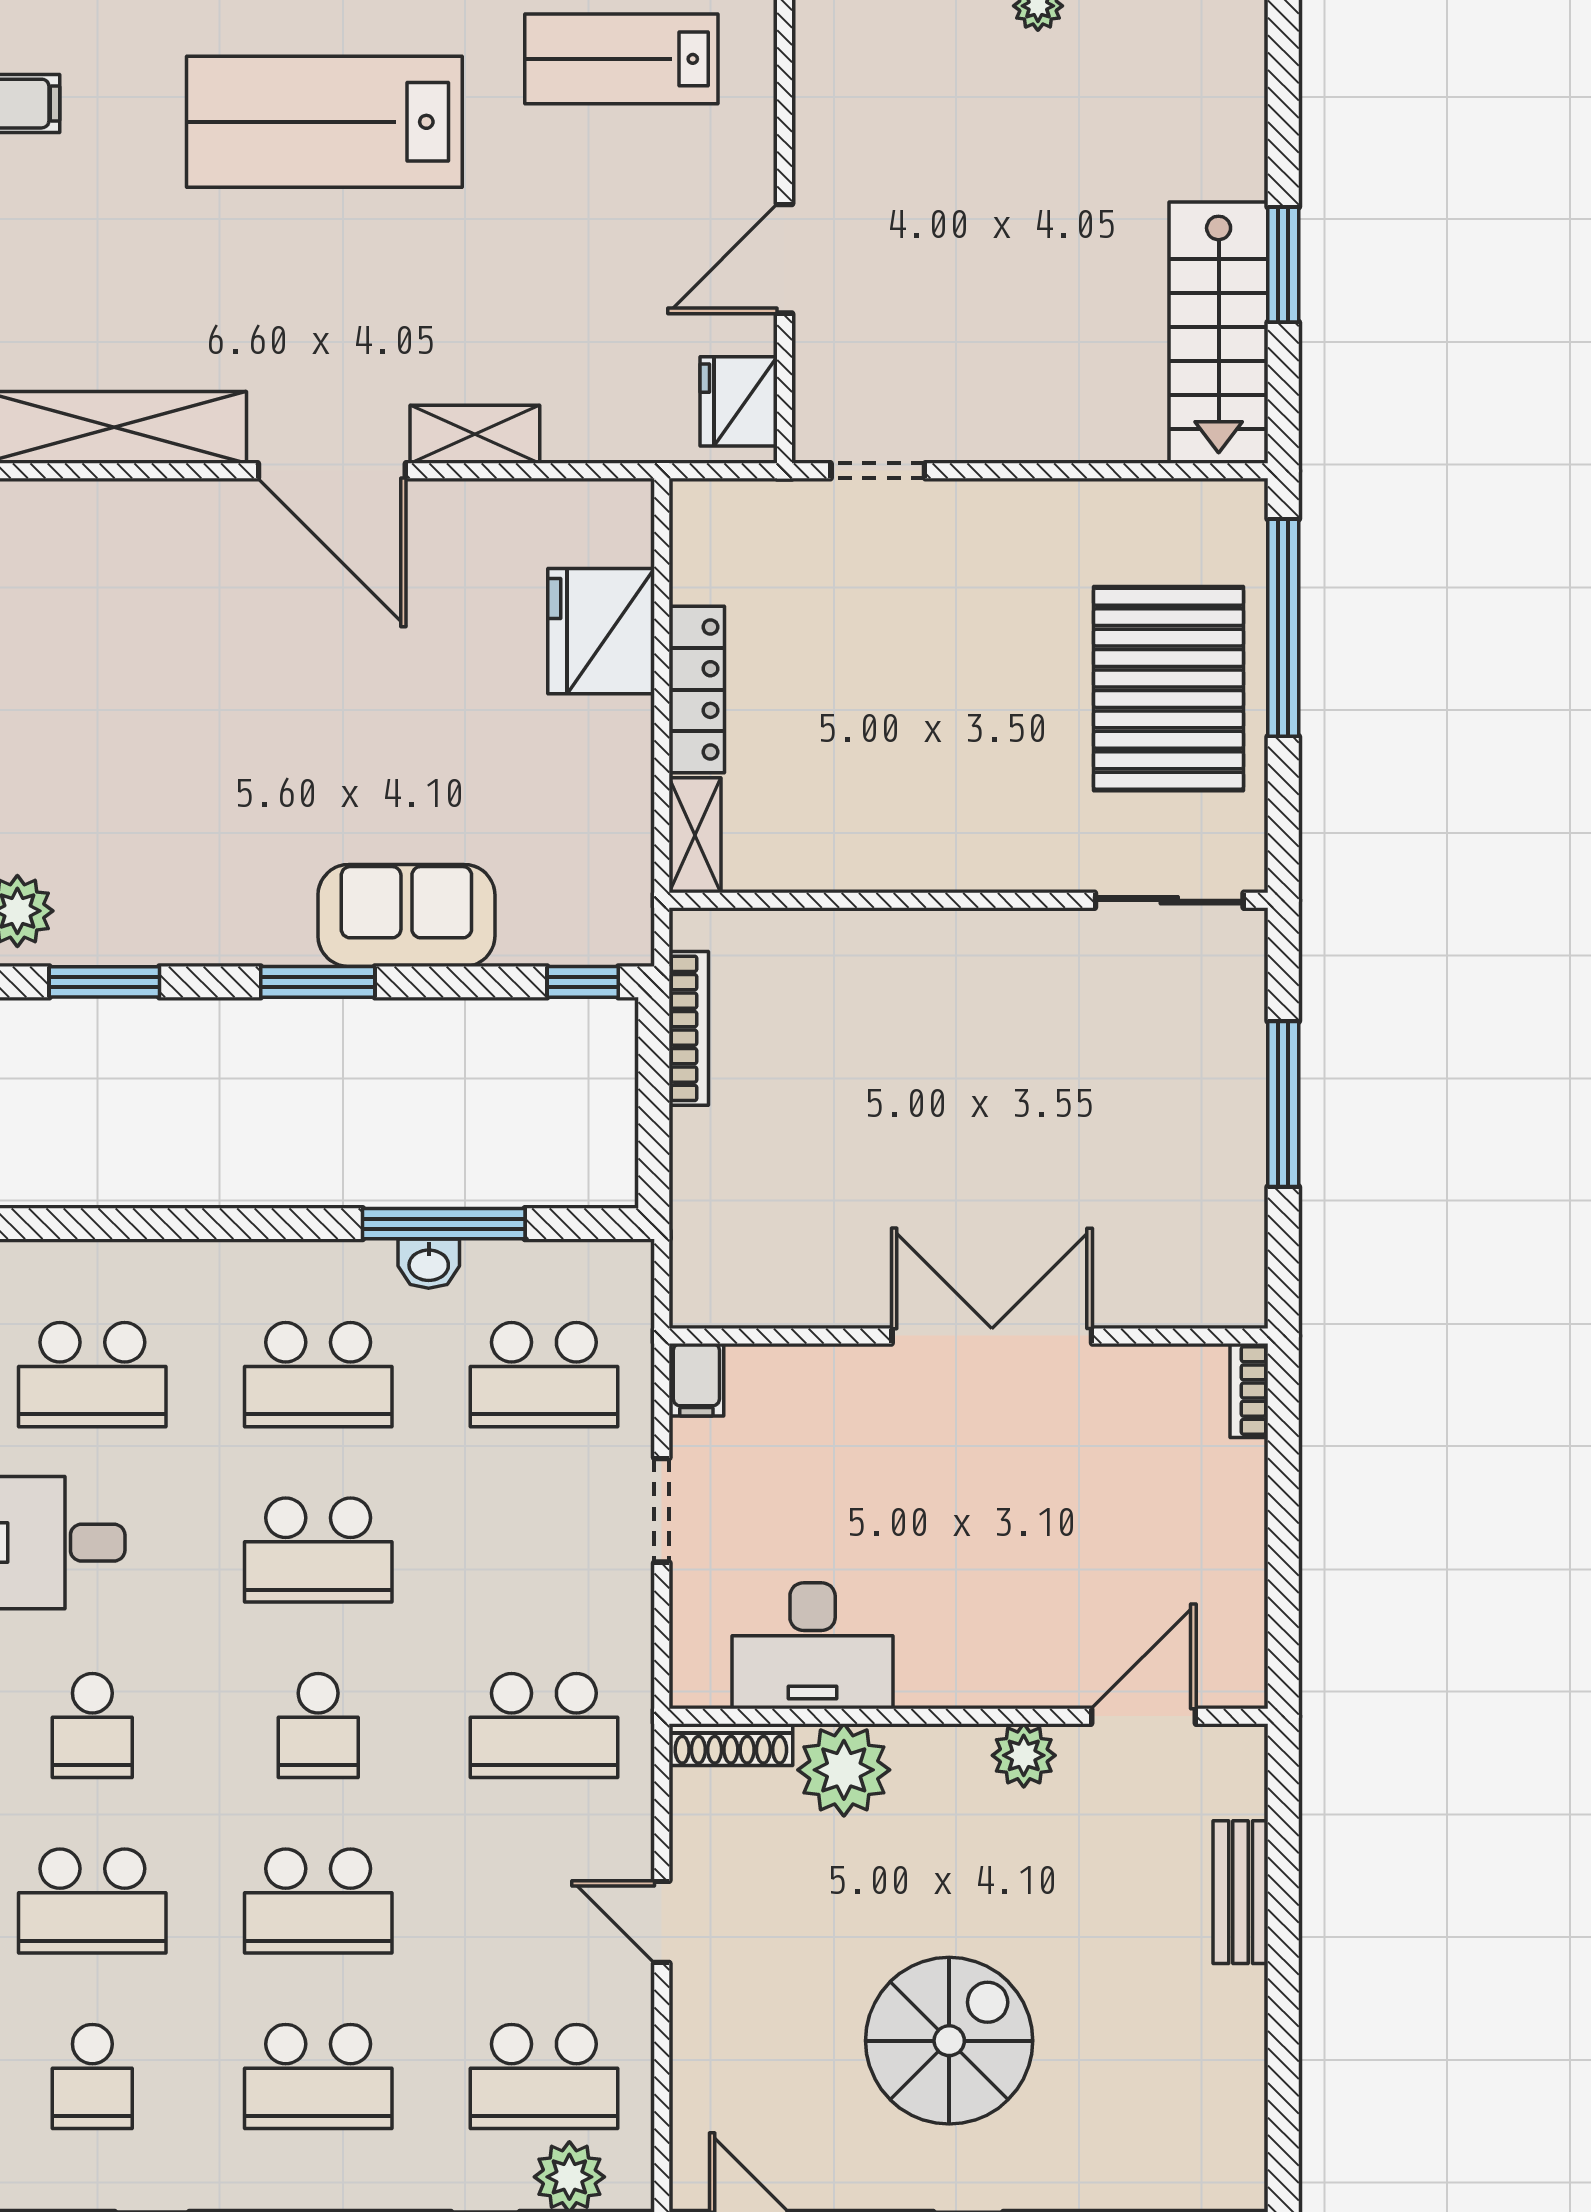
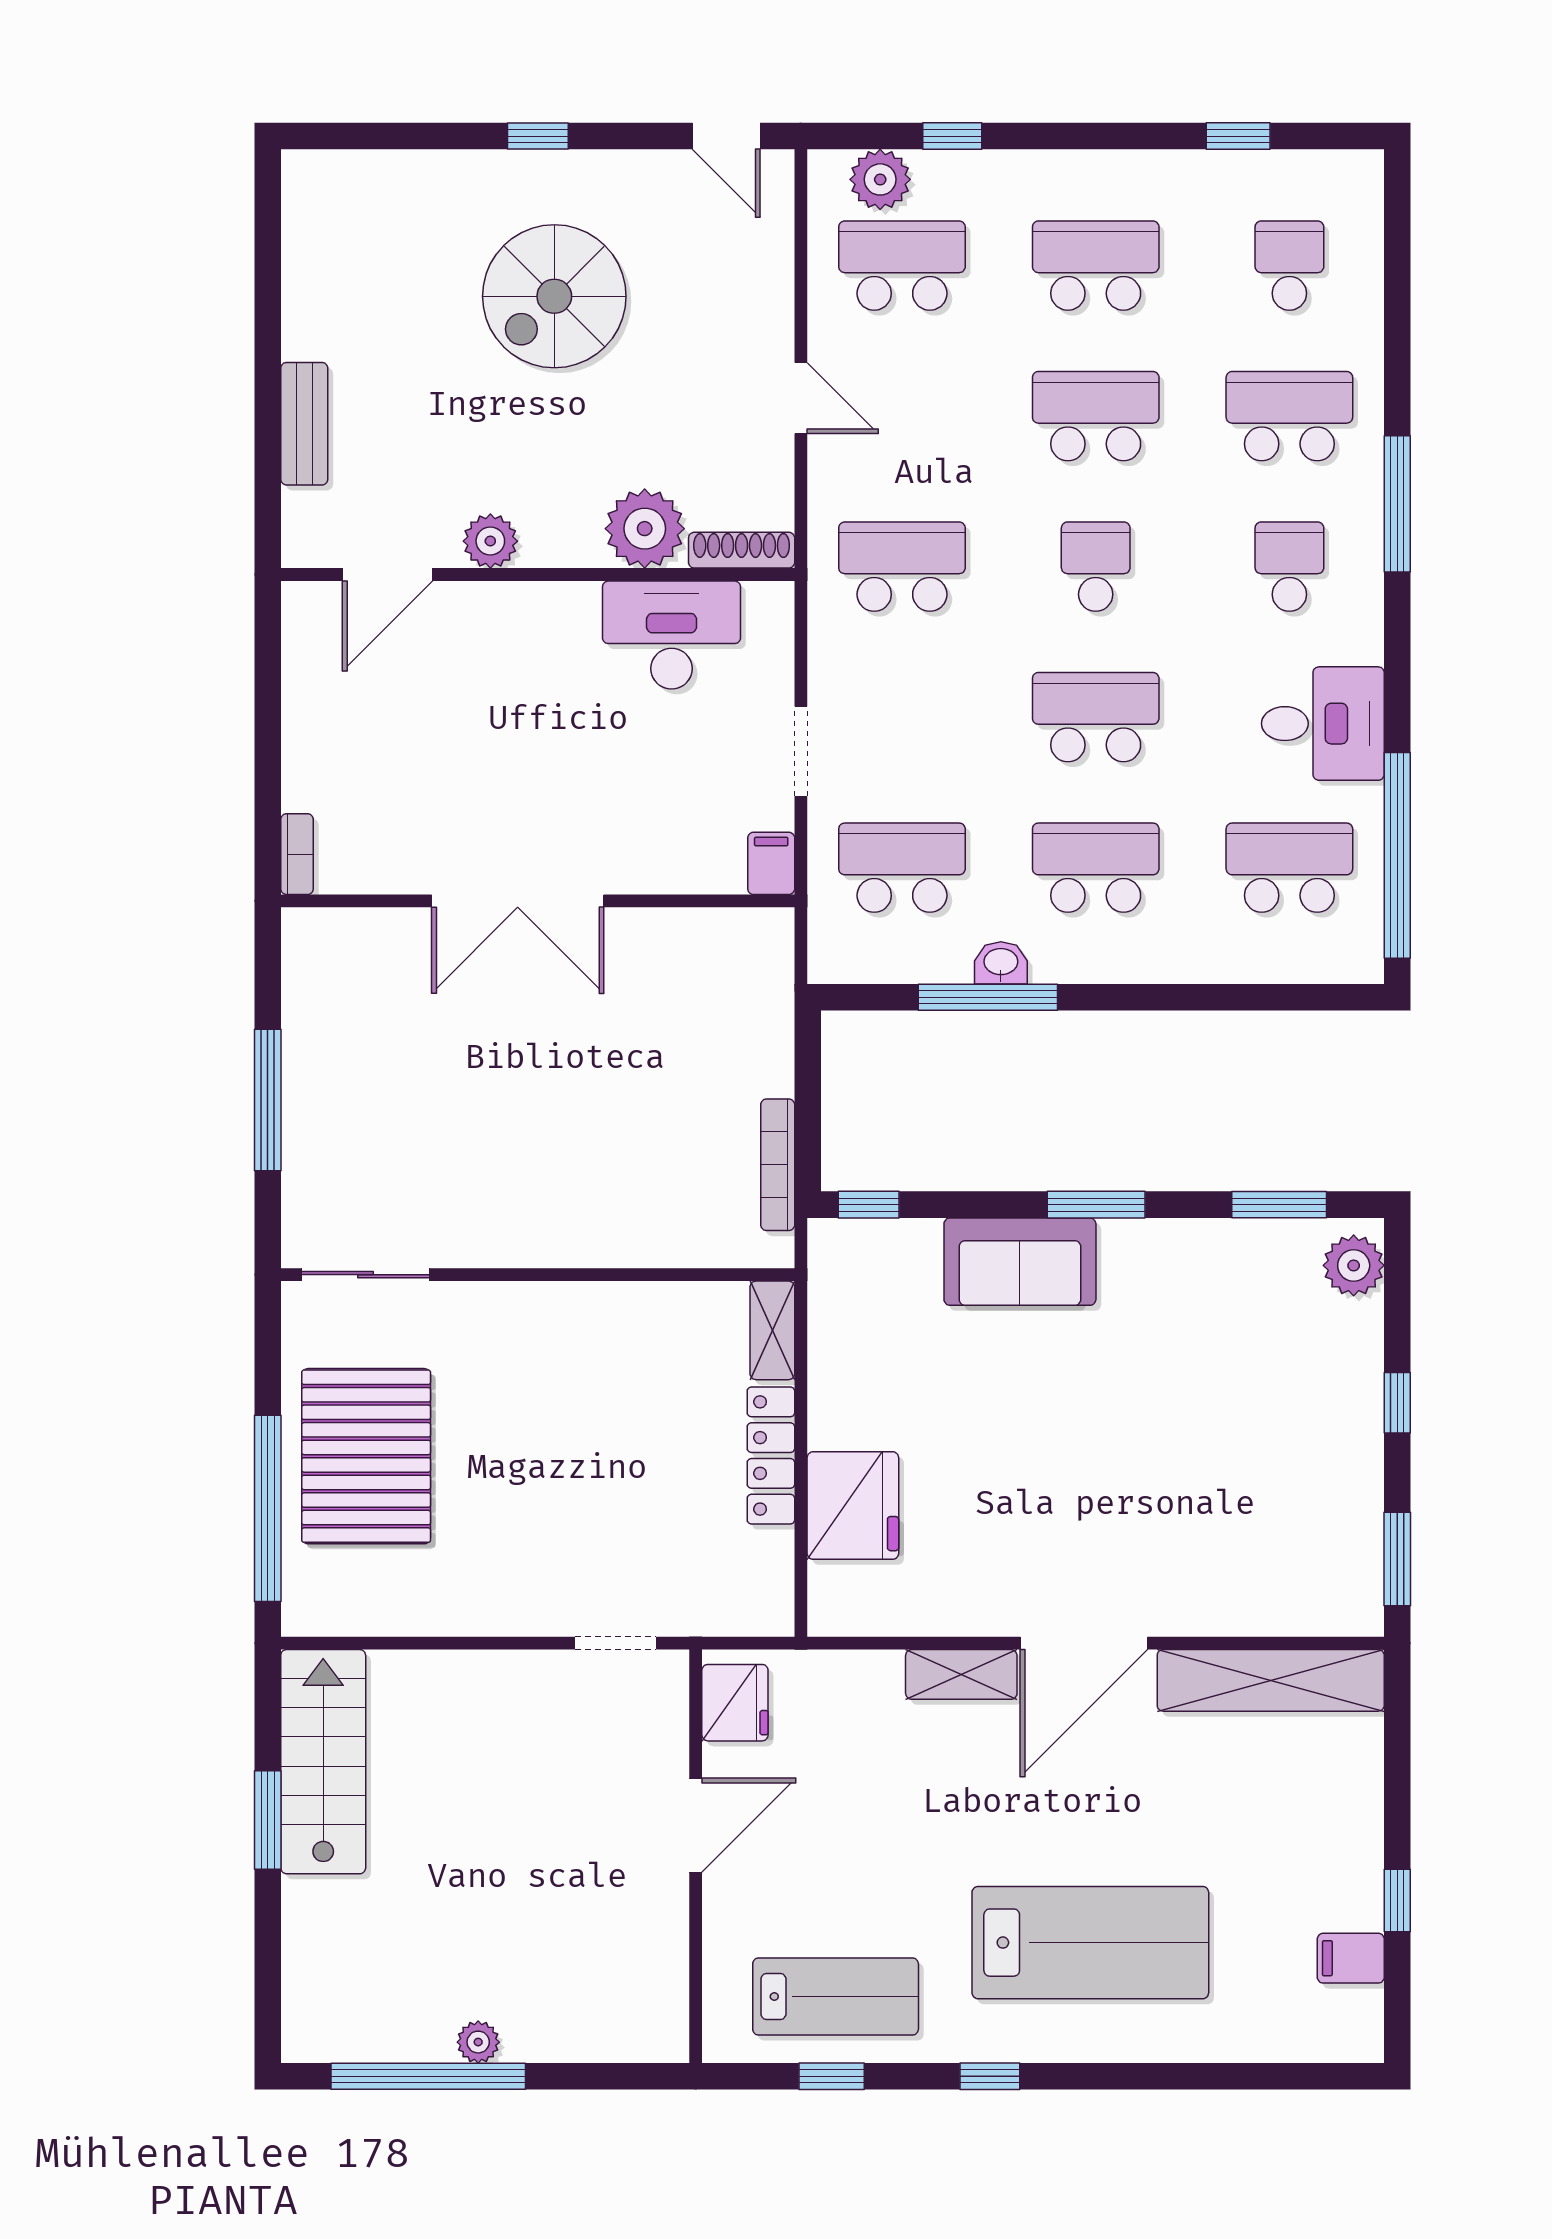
door: (332, 471) -> (1084, 1643), swing flipped

